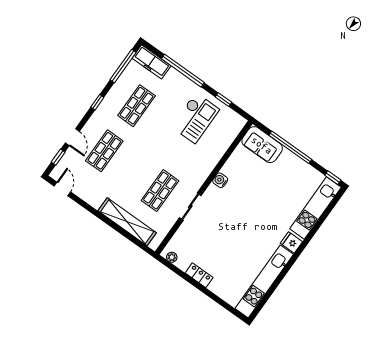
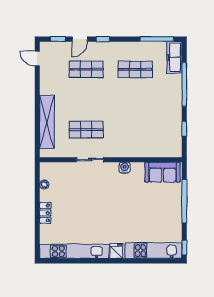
window: (97, 102) -> (103, 39), moved
checkout: (195, 118) -> (157, 118), removed
sofa: (262, 145) -> (162, 172), moved, turned -90
door: (62, 189) -> (37, 58), swing flipped
plant: (172, 257) -> (44, 185), moved
locker: (199, 275) -> (45, 213), moved

